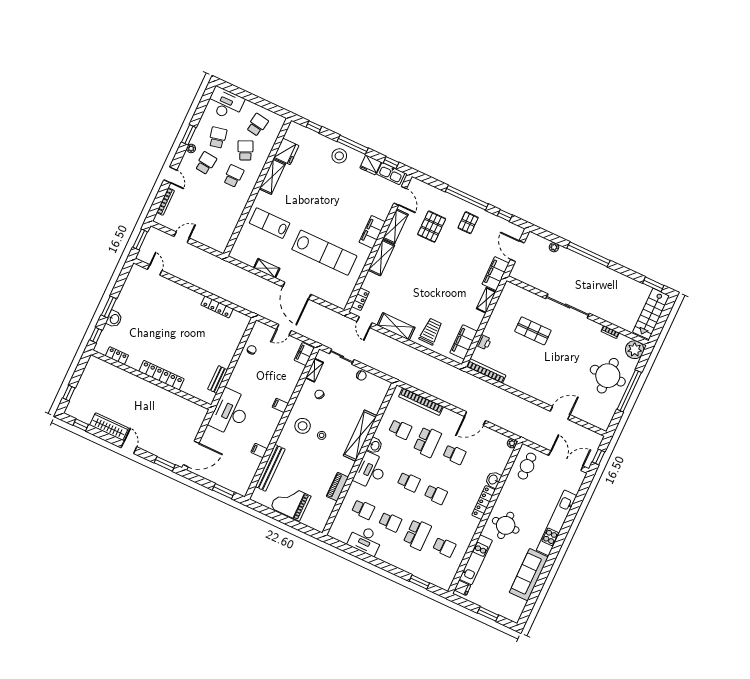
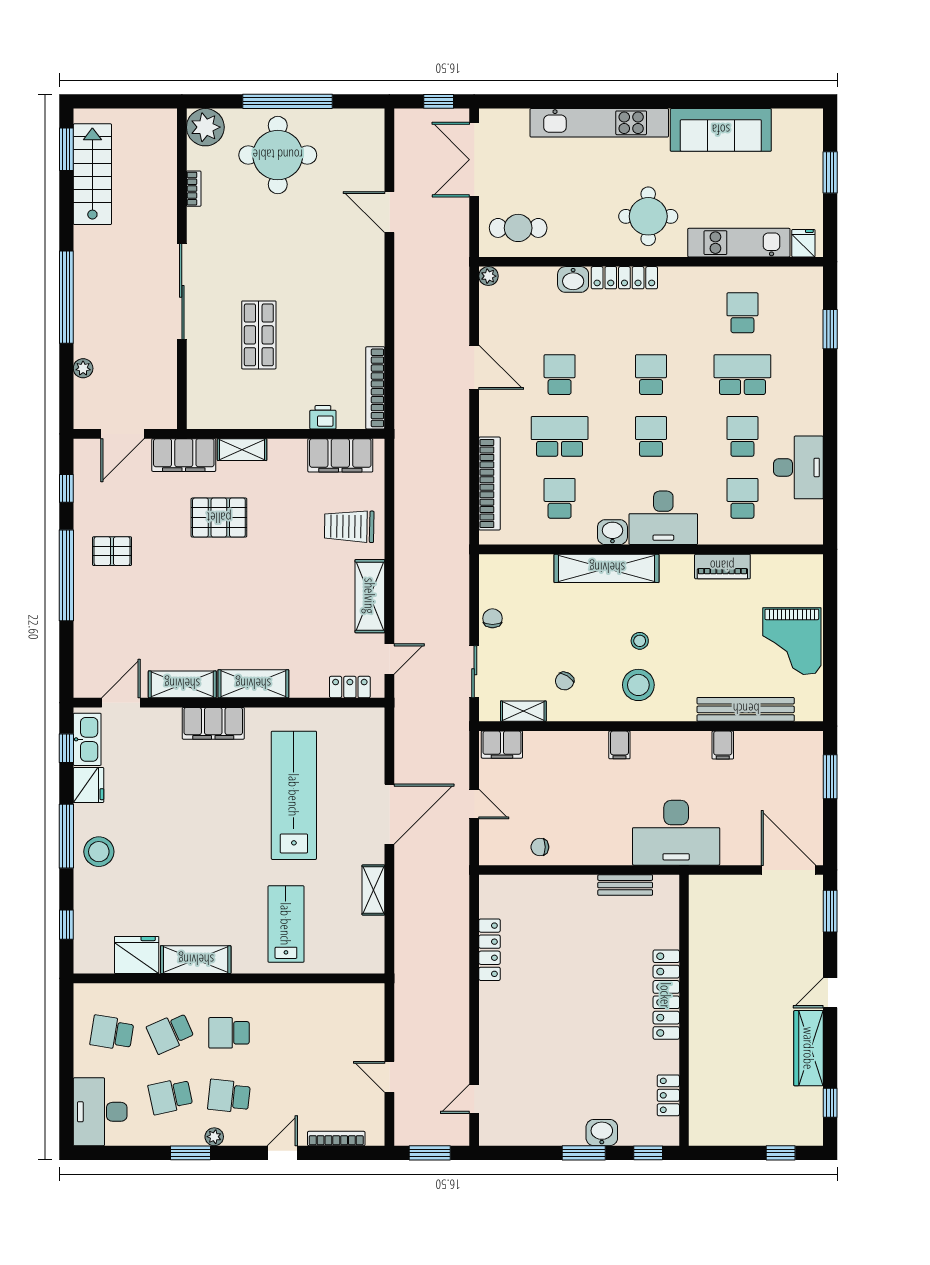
lab bench: (270, 223) -> (286, 924), turned 180
pallet: (432, 227) -> (219, 518), moved
stairs: (651, 314) -> (92, 174), moved, turned -90

